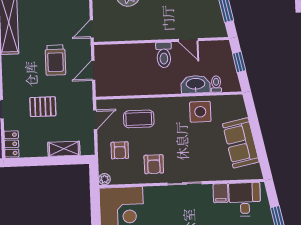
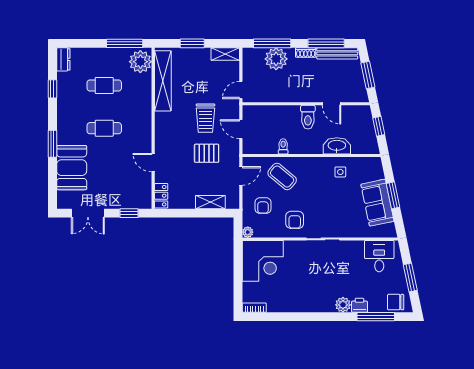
door: (93, 70) -> (241, 129), hinge flipped
toilet: (216, 84) -> (283, 146), moved
pallet: (43, 107) -> (207, 153), moved
side table: (200, 112) -> (340, 172), width x0.54, depth x0.54
coffee table: (139, 119) -> (282, 177), turned 40
window: (257, 134) -> (393, 195), added
filing cabinet: (221, 193) -> (357, 249), removed

